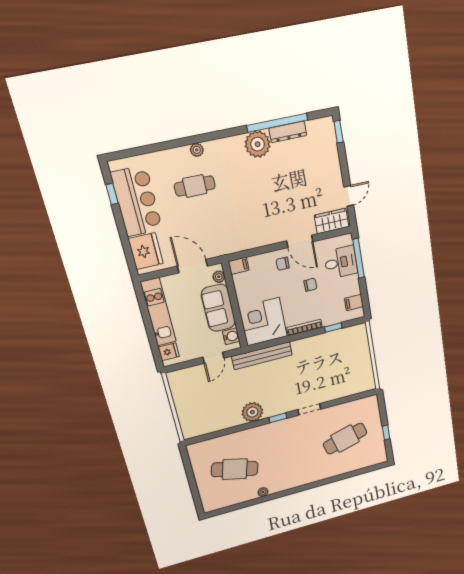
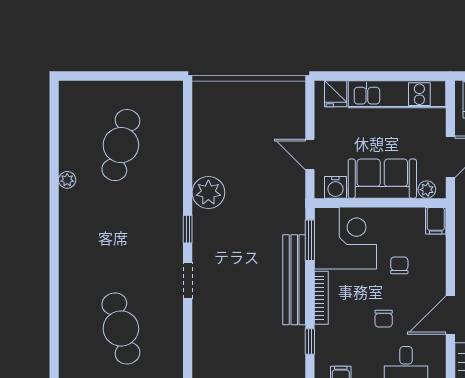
chair: (283, 264) -> (399, 265), moved
window: (269, 344) -> (310, 240), added
bench: (262, 356) -> (294, 280), moved

